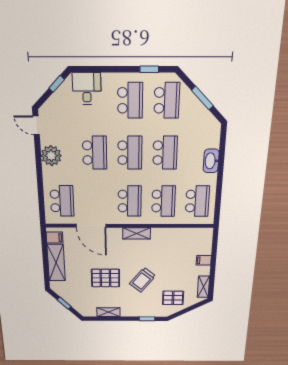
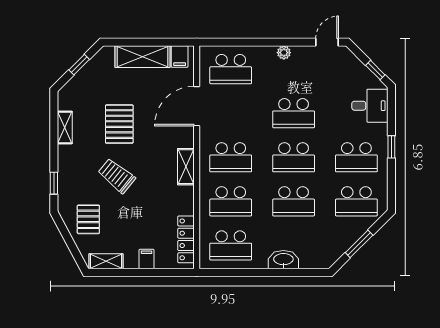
window: (149, 69) -> (391, 147), moved
plant: (51, 156) -> (284, 53), width x0.53, depth x0.53
locker: (191, 233) -> (186, 239), added

